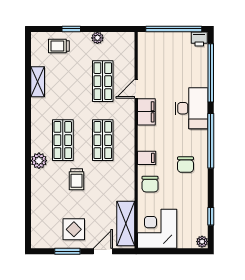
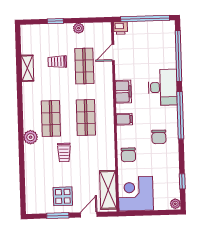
printer: (199, 39) -> (121, 28), moved
trolley: (59, 46) -> (57, 62), moved
door: (136, 89) -> (113, 53), moved
filing cabinet: (147, 158) -> (124, 119), moved

